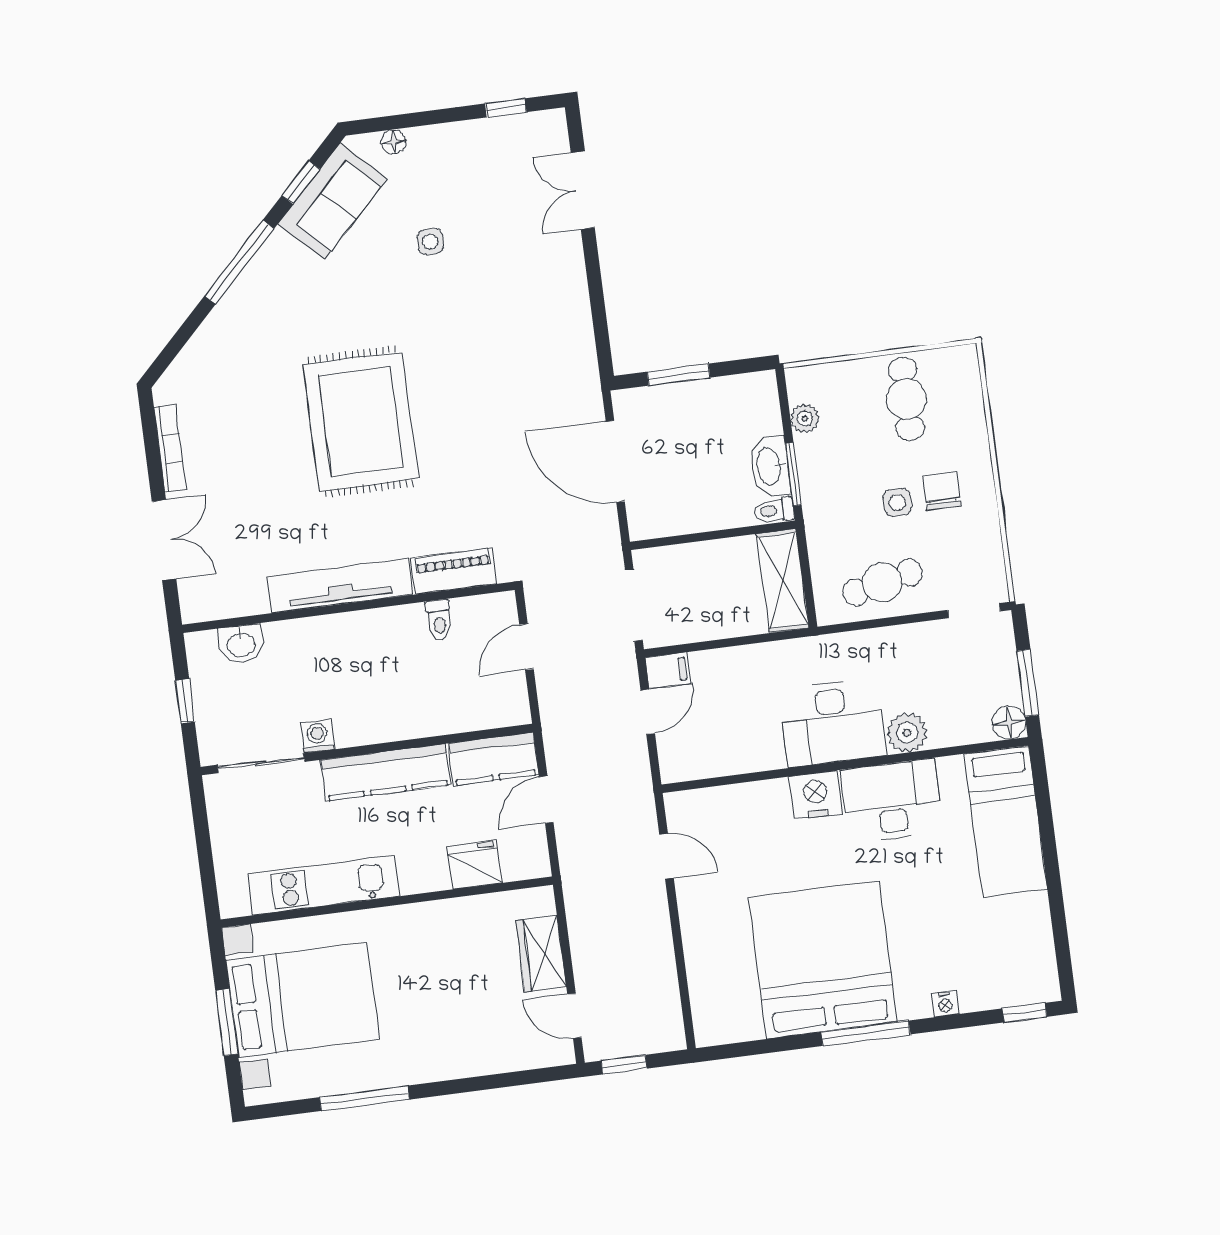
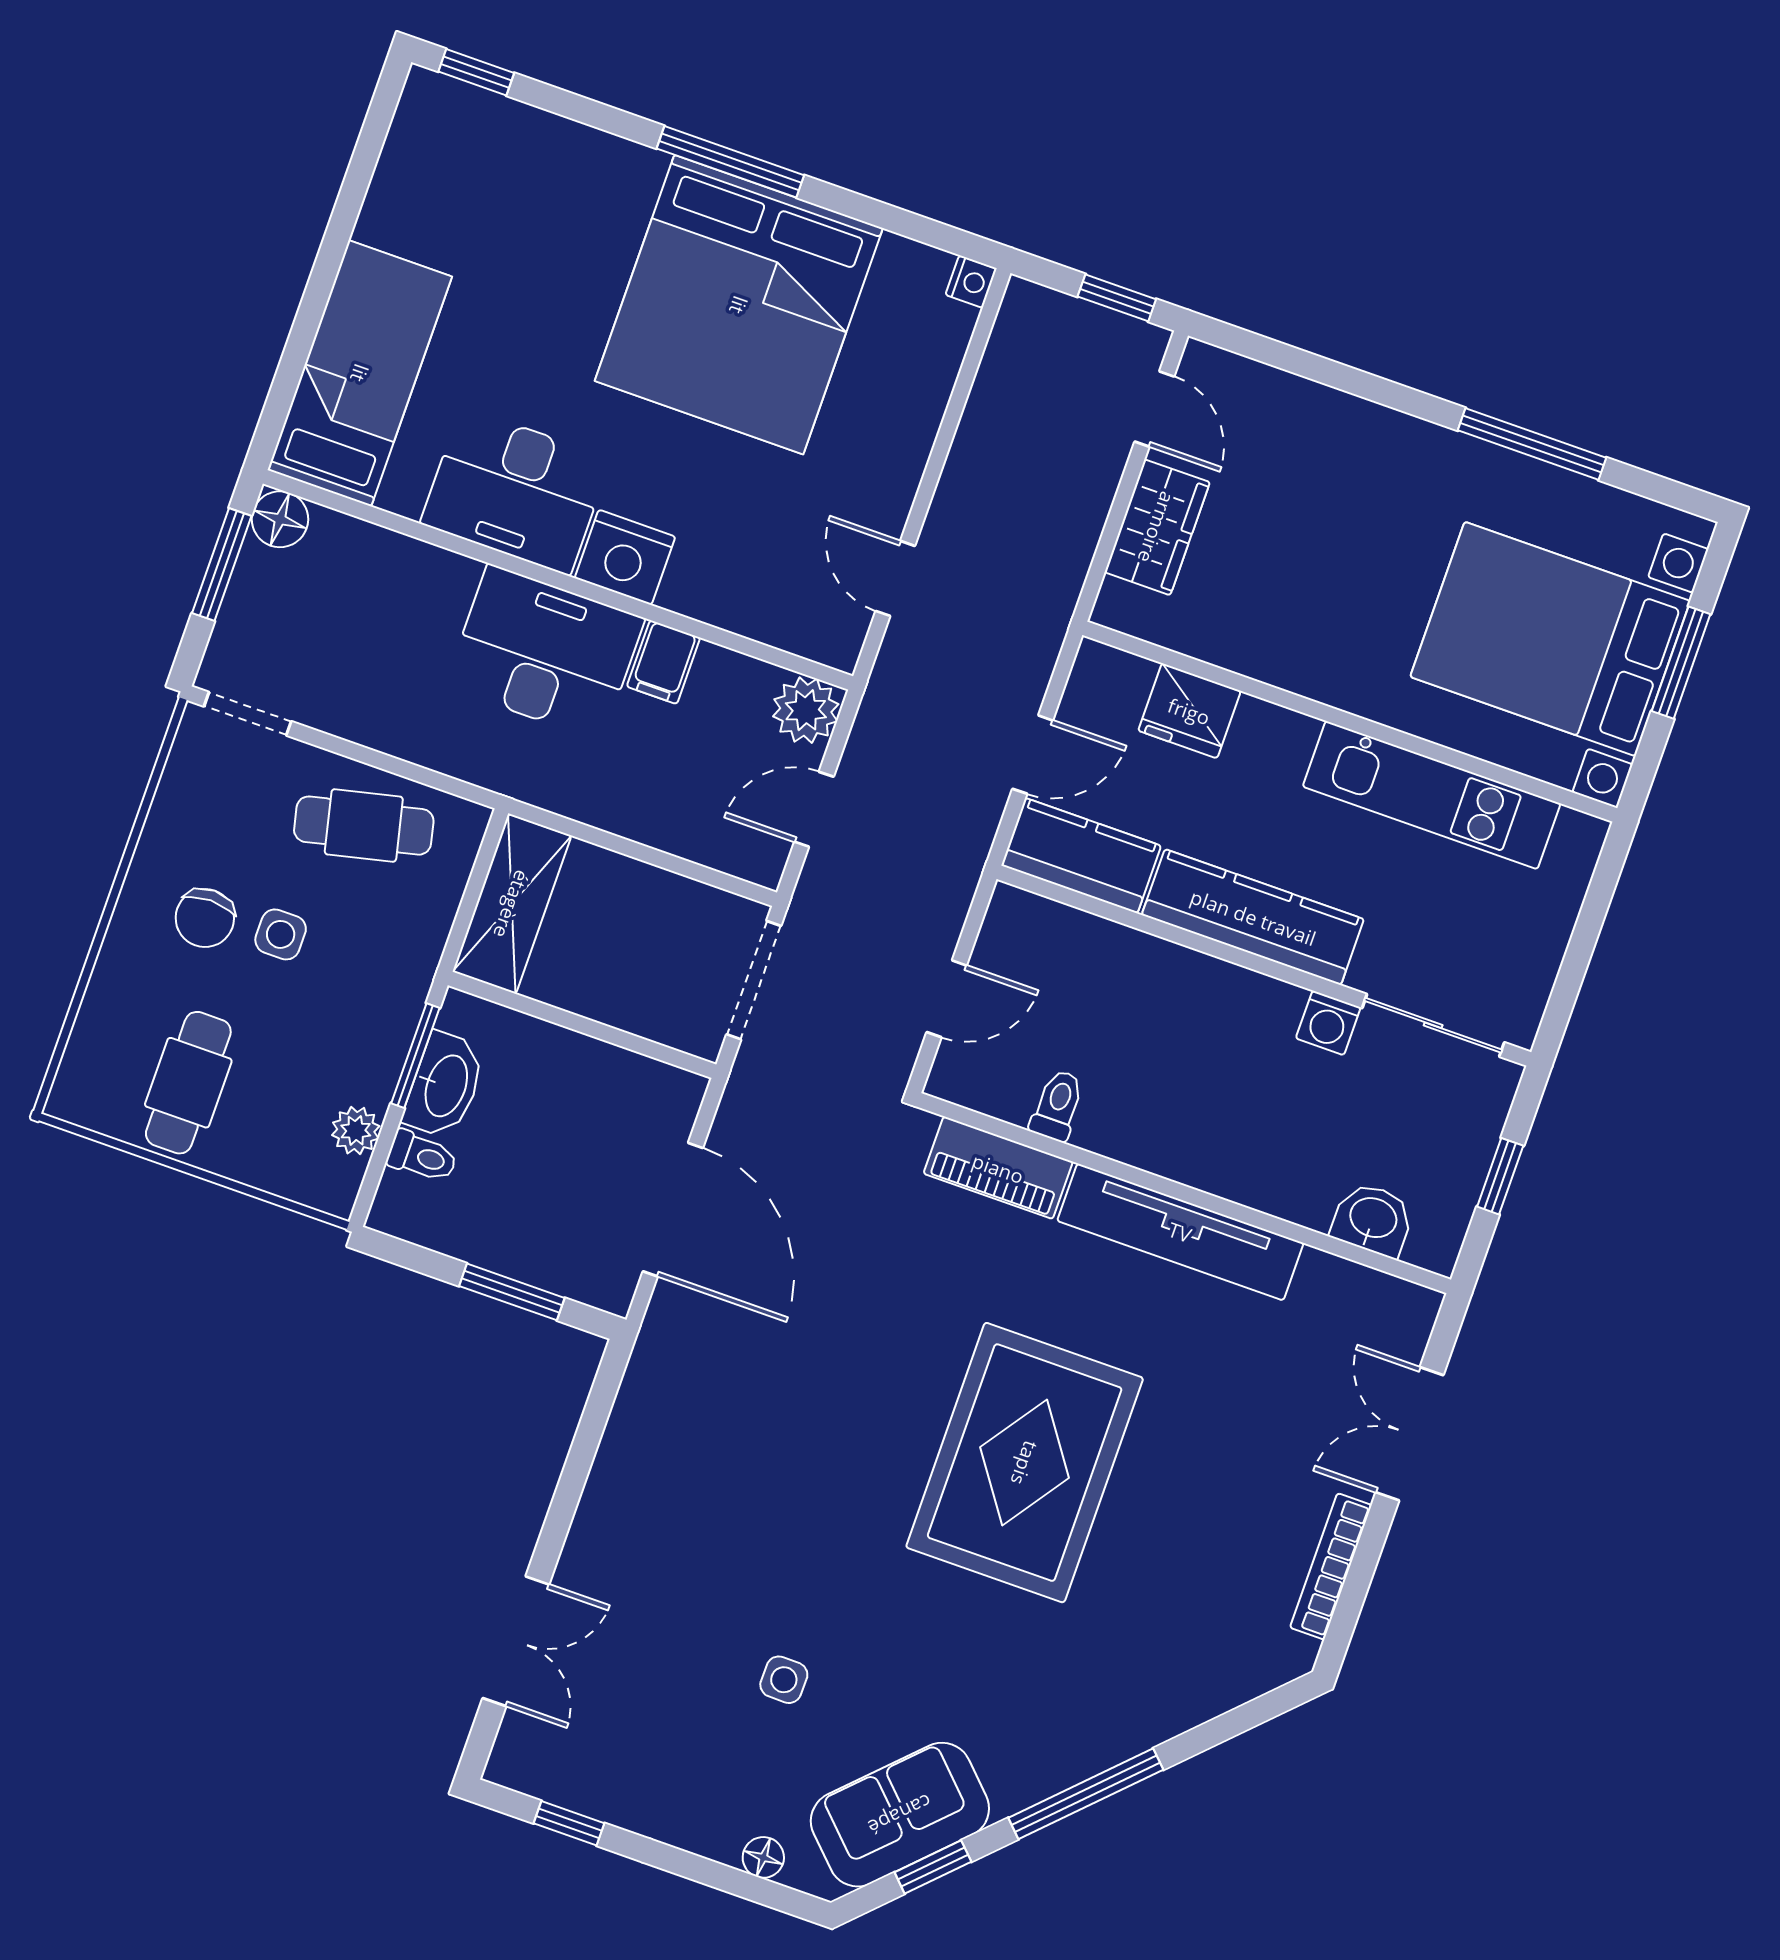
toilet: (774, 510) -> (422, 1156), moved
filing cabinet: (668, 671) -> (663, 662), moved, turned -90
plant: (907, 733) -> (806, 710), moved
nightstand: (945, 1004) -> (971, 282), moved, turned 90

